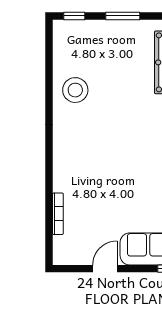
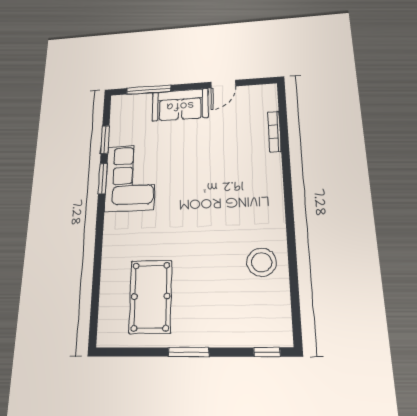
window: (123, 16) -> (189, 352), moved

